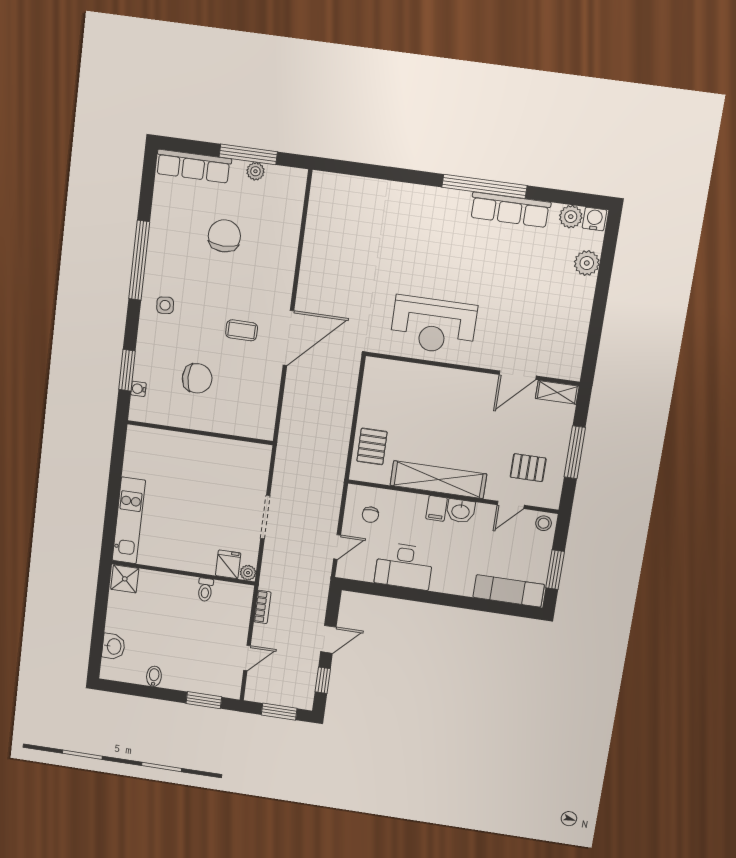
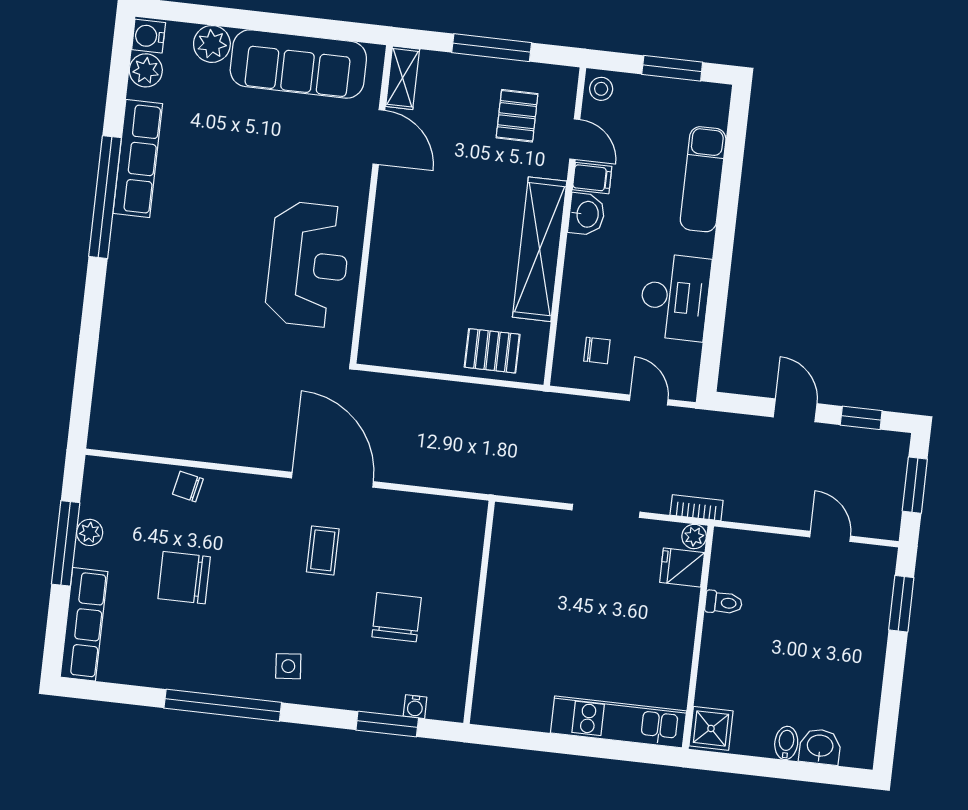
chair: (286, 240) -> (188, 487), added
sofa: (570, 322) -> (298, 64), added
filing cabinet: (437, 508) -> (592, 178), moved
exam couch: (509, 591) -> (703, 179), moved
bookcase: (262, 607) -> (697, 508), moved
bidet: (154, 676) -> (786, 743), moved, turned 90

